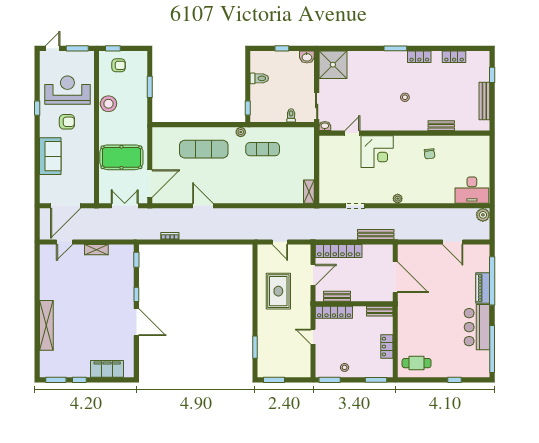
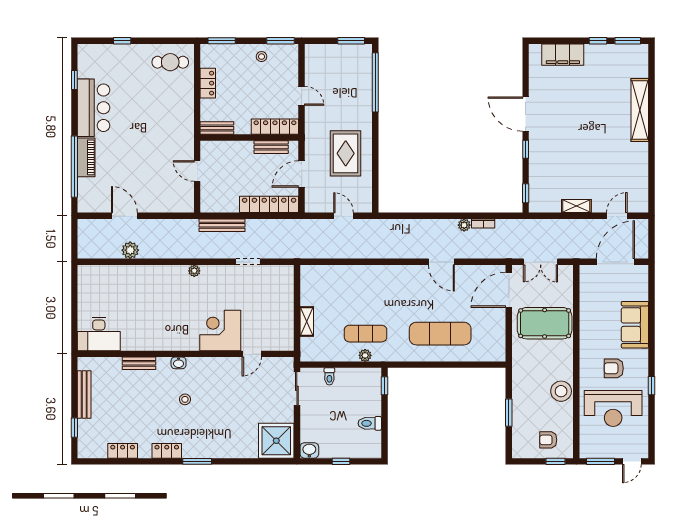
washbasin: (325, 126) -> (179, 363), moved
plant: (241, 132) -> (365, 355), moved
chair: (430, 154) -> (154, 328), removed
desk: (472, 190) -> (99, 334), moved, turned 180
shelving: (309, 192) -> (307, 321), moved
plant: (483, 215) -> (130, 250), moved
plant: (185, 235) -> (464, 225), added
door: (395, 277) -> (197, 171), width x0.53
window: (255, 347) -> (375, 82), width x2.11
window: (492, 349) -> (74, 80), width x0.32

